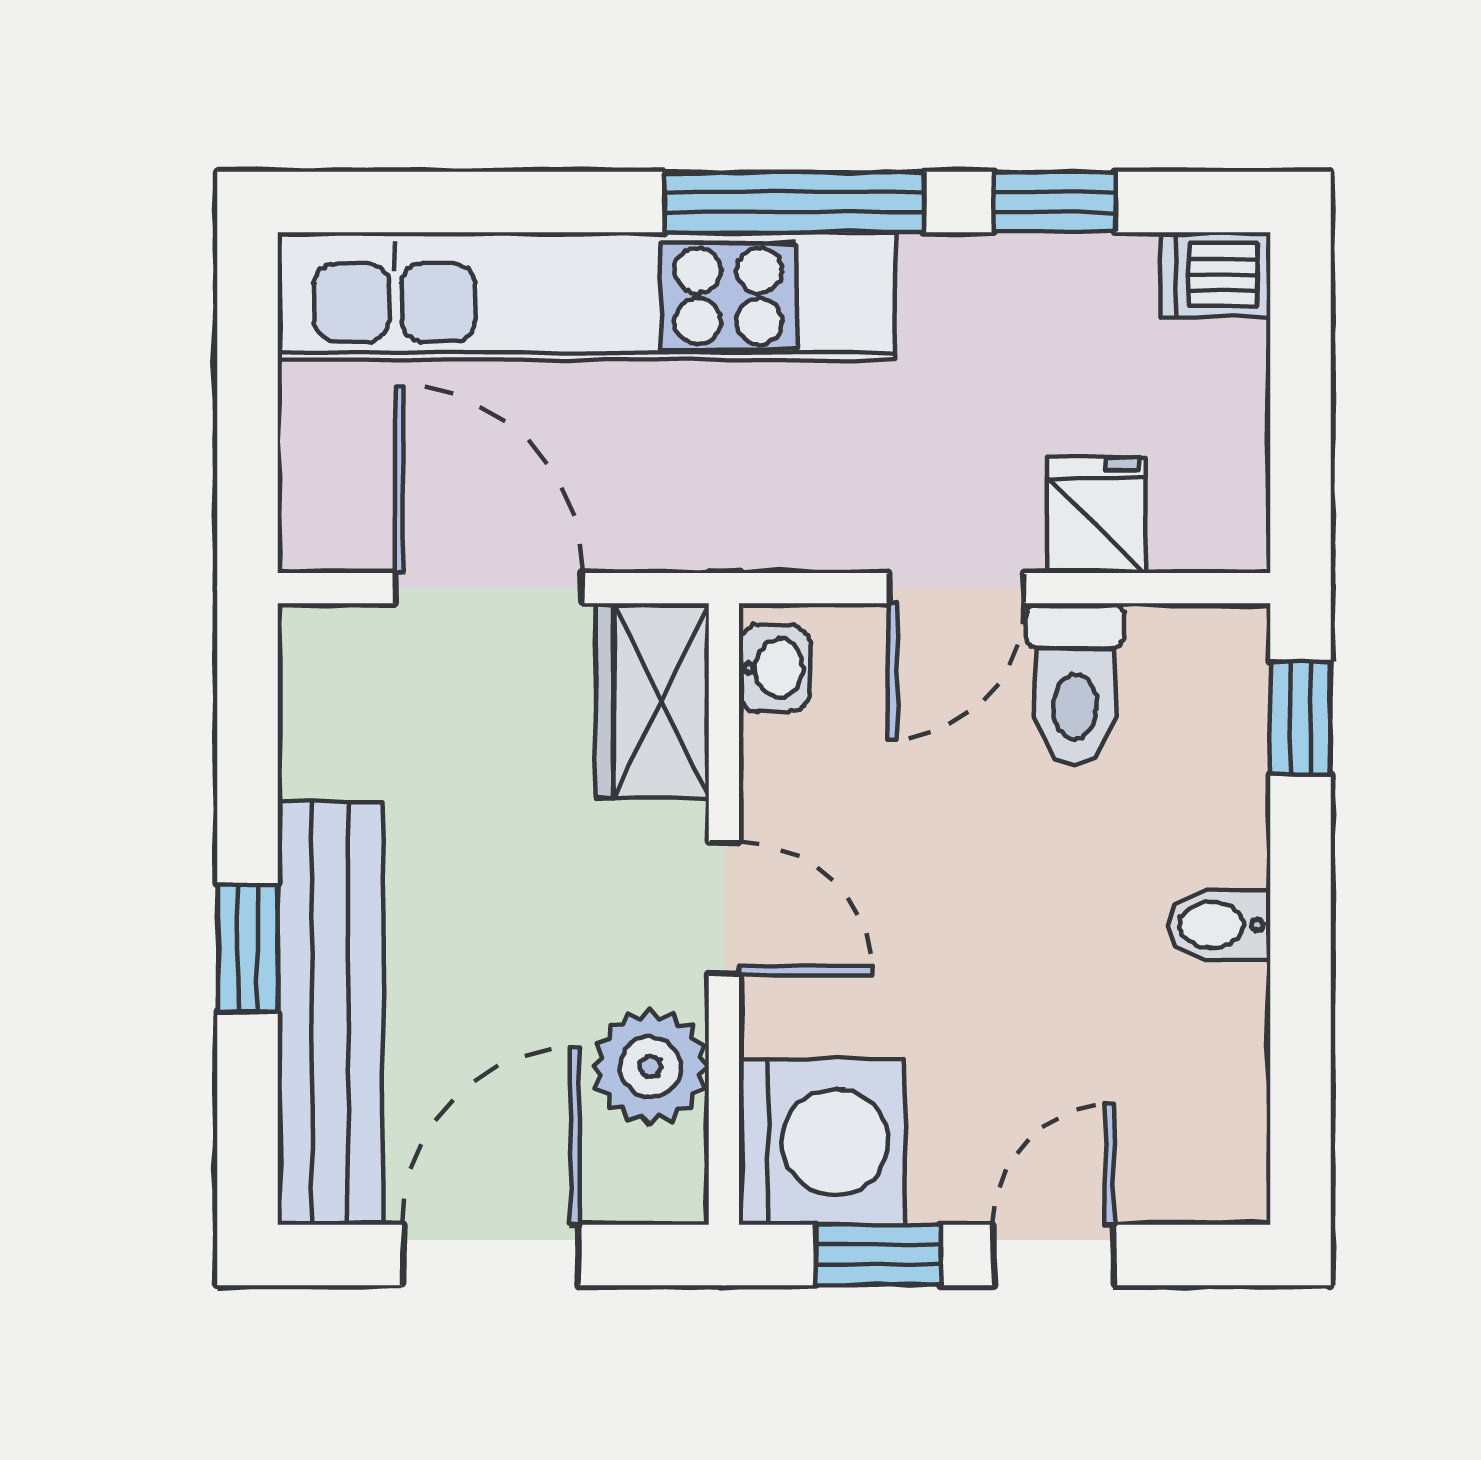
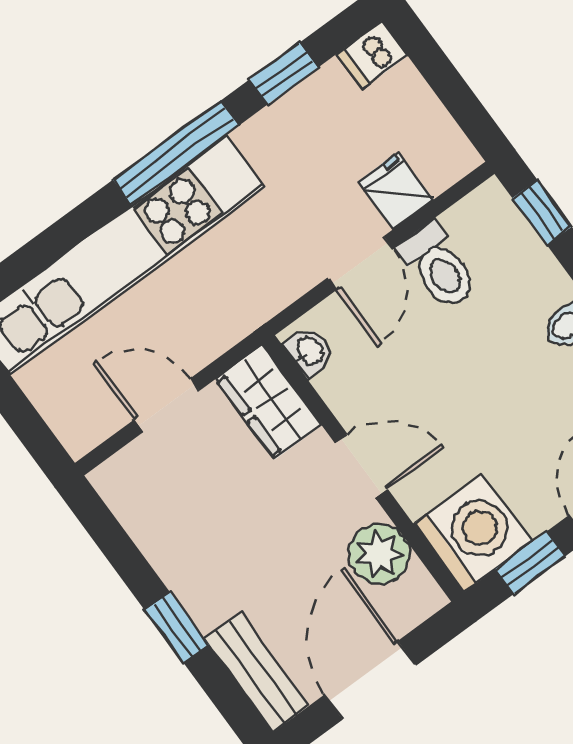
door: (489, 588) -> (167, 405), width x0.73
bench: (330, 1013) -> (256, 672), width x0.54, depth x0.82

